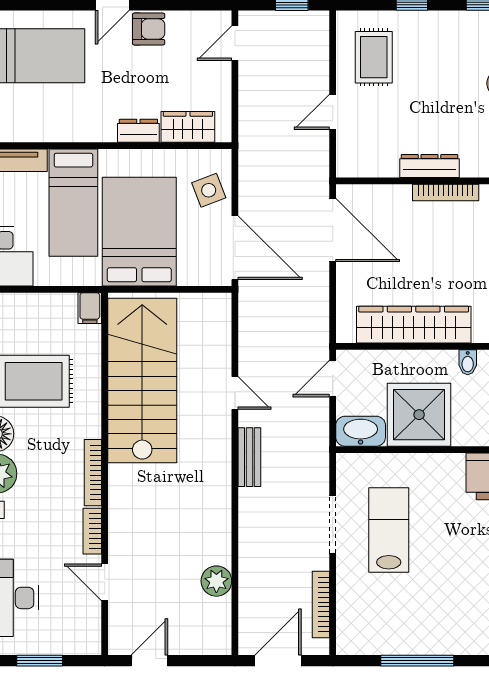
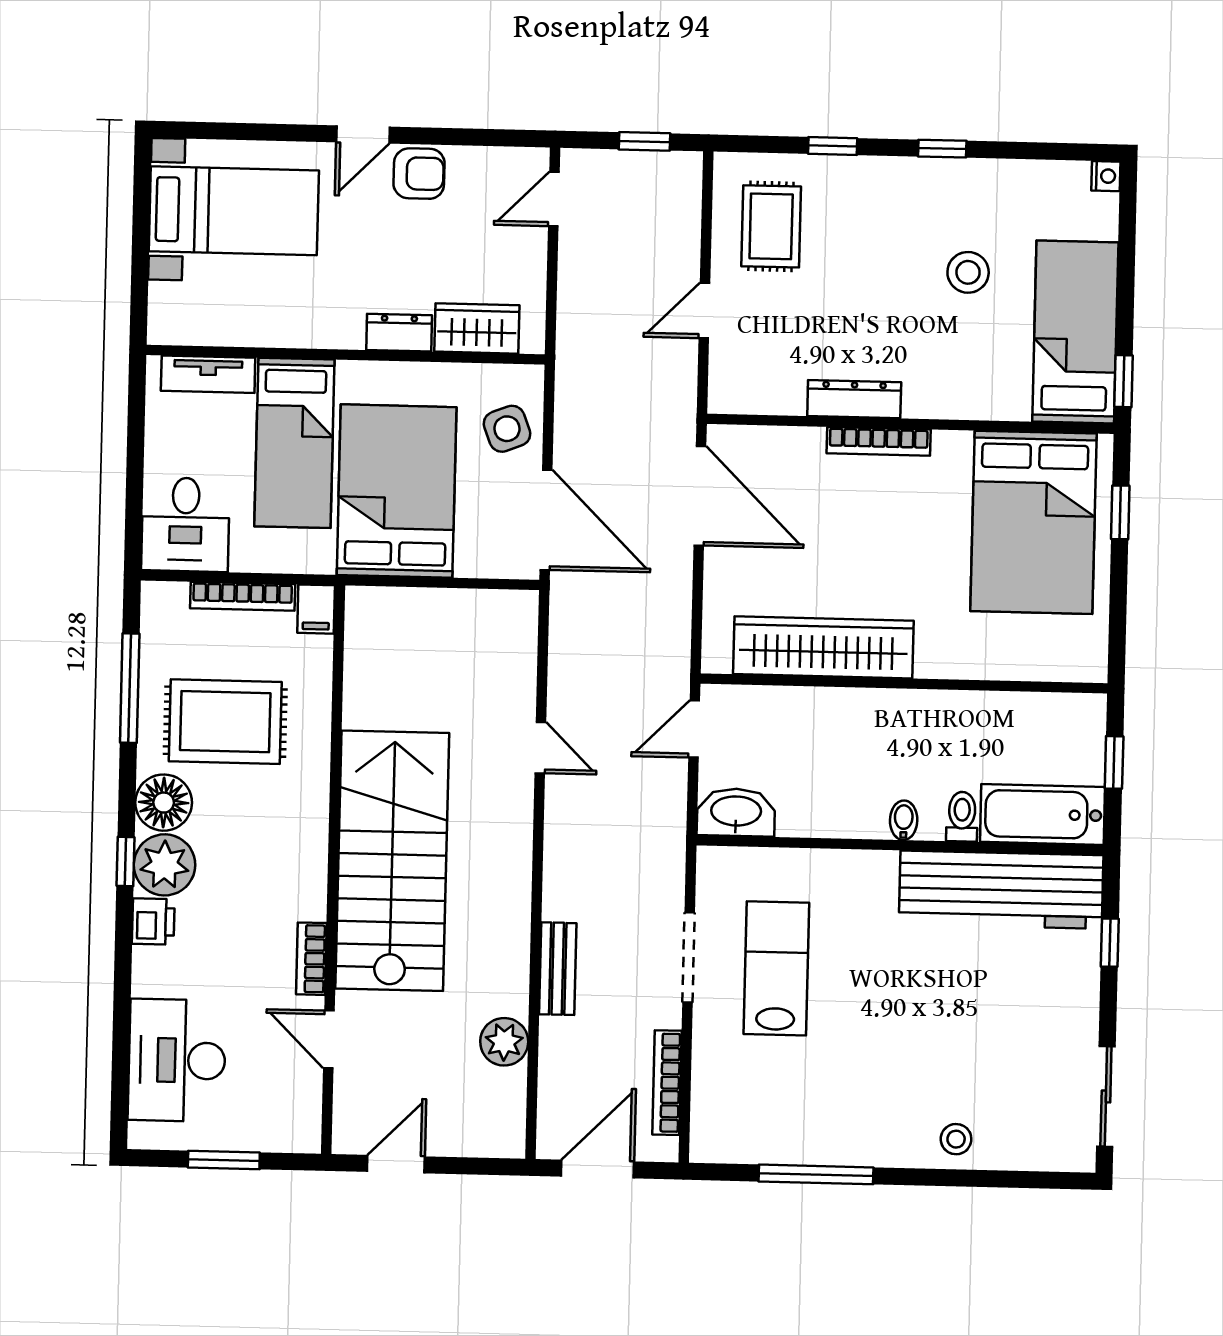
bidet: (468, 362) -> (904, 820), moved, turned 180
stairs: (142, 380) -> (392, 861), moved
shower: (419, 415) -> (828, 789), removed
bench: (249, 457) -> (558, 969), moved
bookcase: (93, 473) -> (243, 596), moved, turned -90

